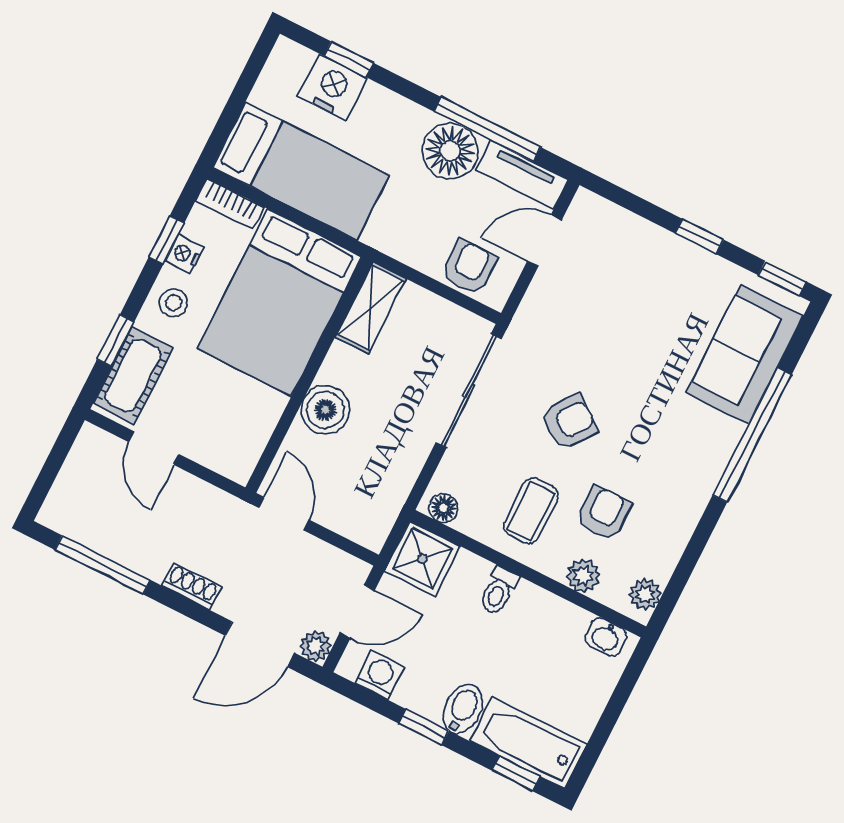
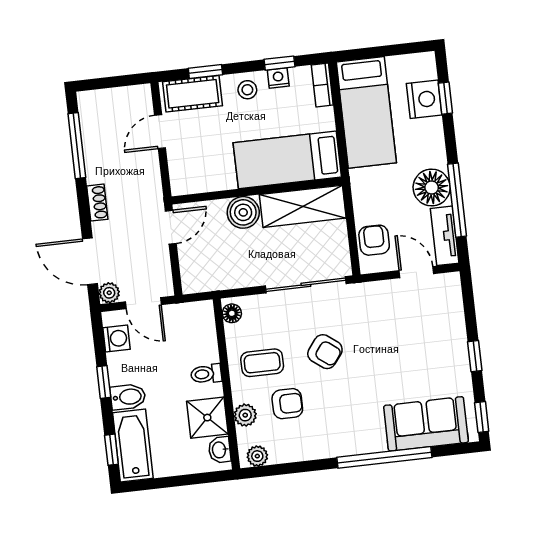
armchair: (469, 267) -> (374, 240), turned -90
bed: (280, 302) -> (287, 160), width x0.67
shelving: (371, 308) -> (303, 206), width x1.50, depth x1.33
shower: (422, 559) -> (207, 418), moved

